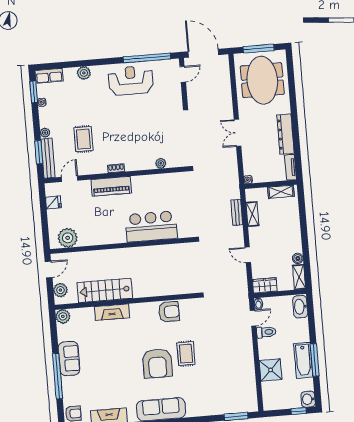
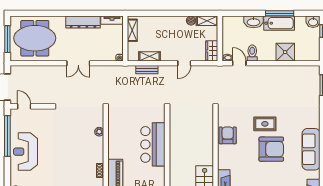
washbasin: (300, 307) -> (253, 22), moved

